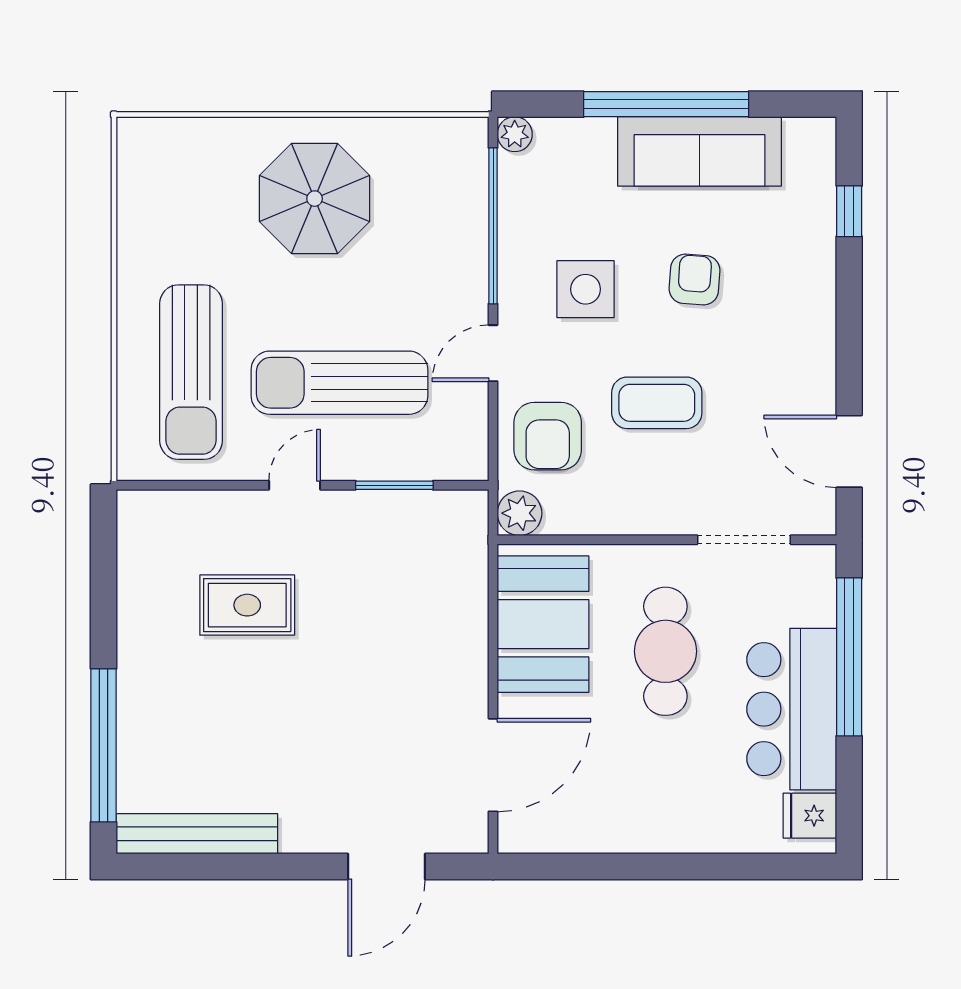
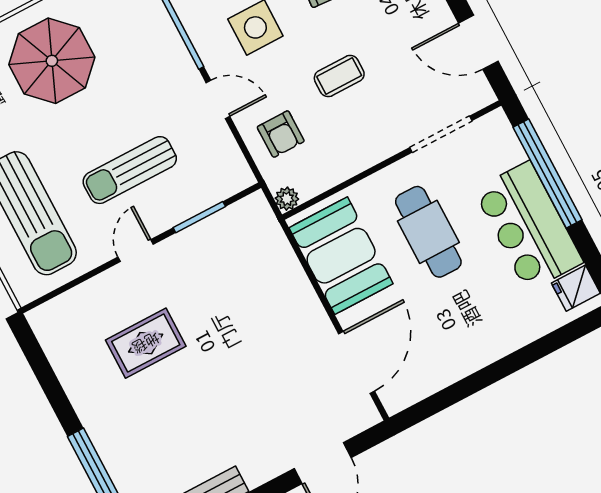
door: (493, 353) -> (218, 99), swing flipped
sun lounger: (339, 383) -> (130, 170), width x0.73, depth x0.75
coffee table: (657, 403) -> (339, 76), width x0.73, depth x0.77
armchair: (548, 436) -> (281, 134), width x0.72, depth x0.72
plant: (520, 513) -> (287, 199), width x0.73, depth x0.73

